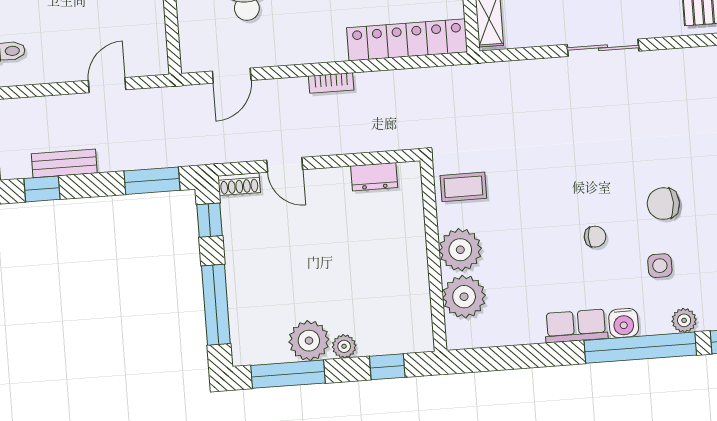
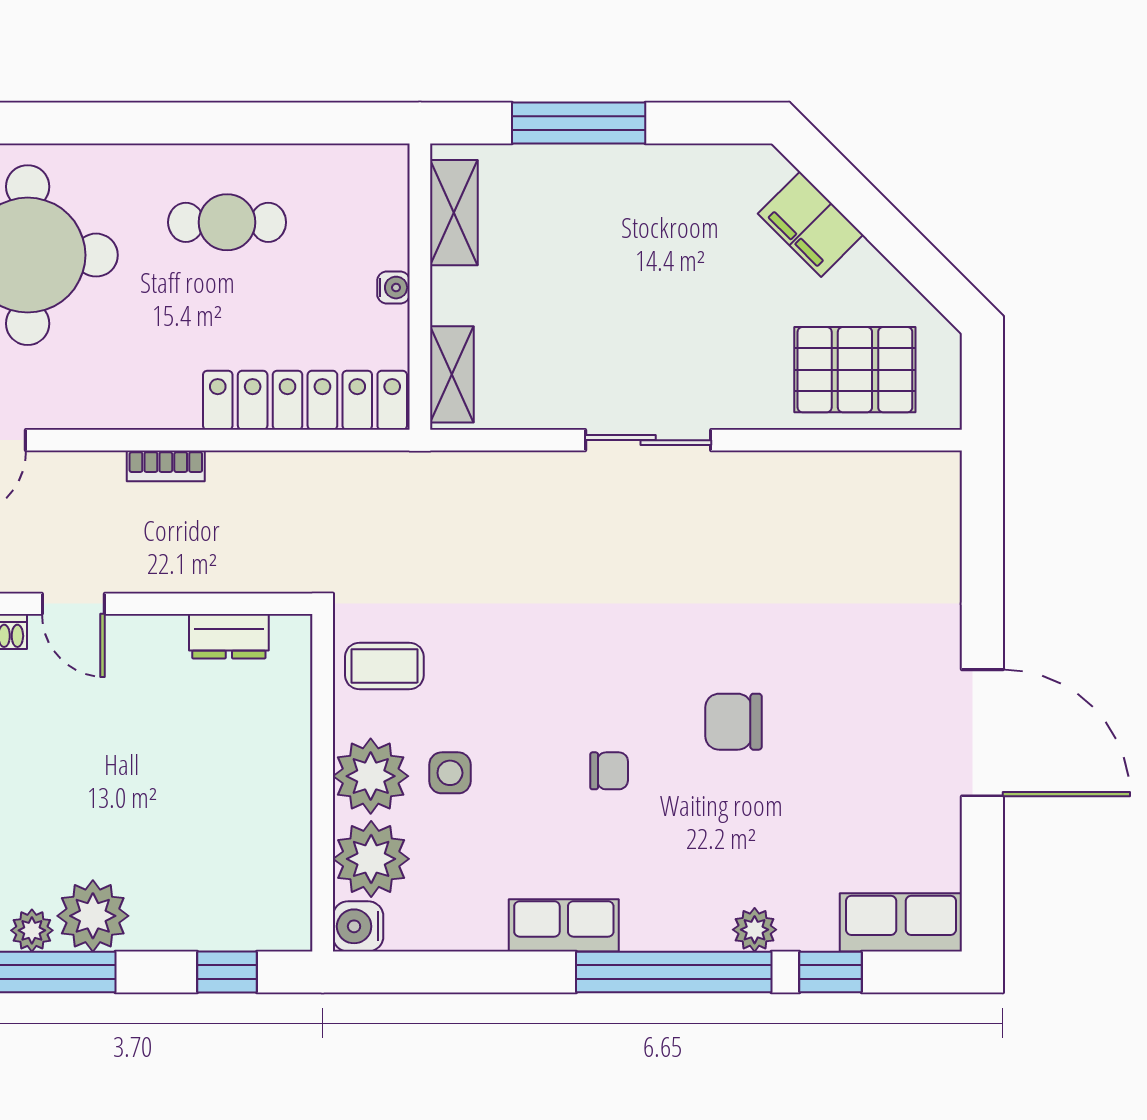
side table: (660, 266) -> (450, 773), moved
water cooler: (624, 323) -> (358, 926), moved, turned 90
plant: (344, 346) -> (32, 930), moved

